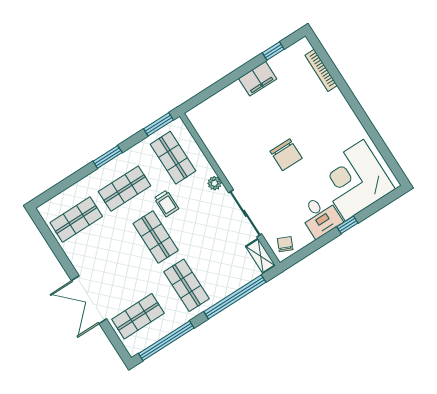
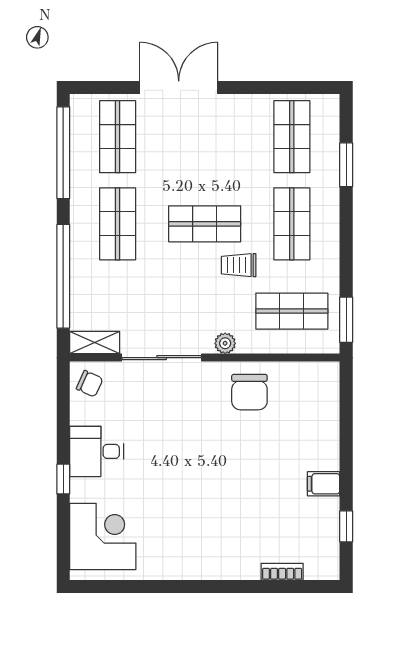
bookcase: (321, 70) -> (282, 572), width x0.64
filing cabinet: (258, 79) -> (324, 484), width x0.50
chair: (286, 155) -> (249, 392), moved, turned -90
window: (108, 157) -> (346, 165), moved
corner desk: (354, 180) -> (103, 536), width x0.74, depth x0.74
shop shelf: (186, 285) -> (118, 224), turned 90

